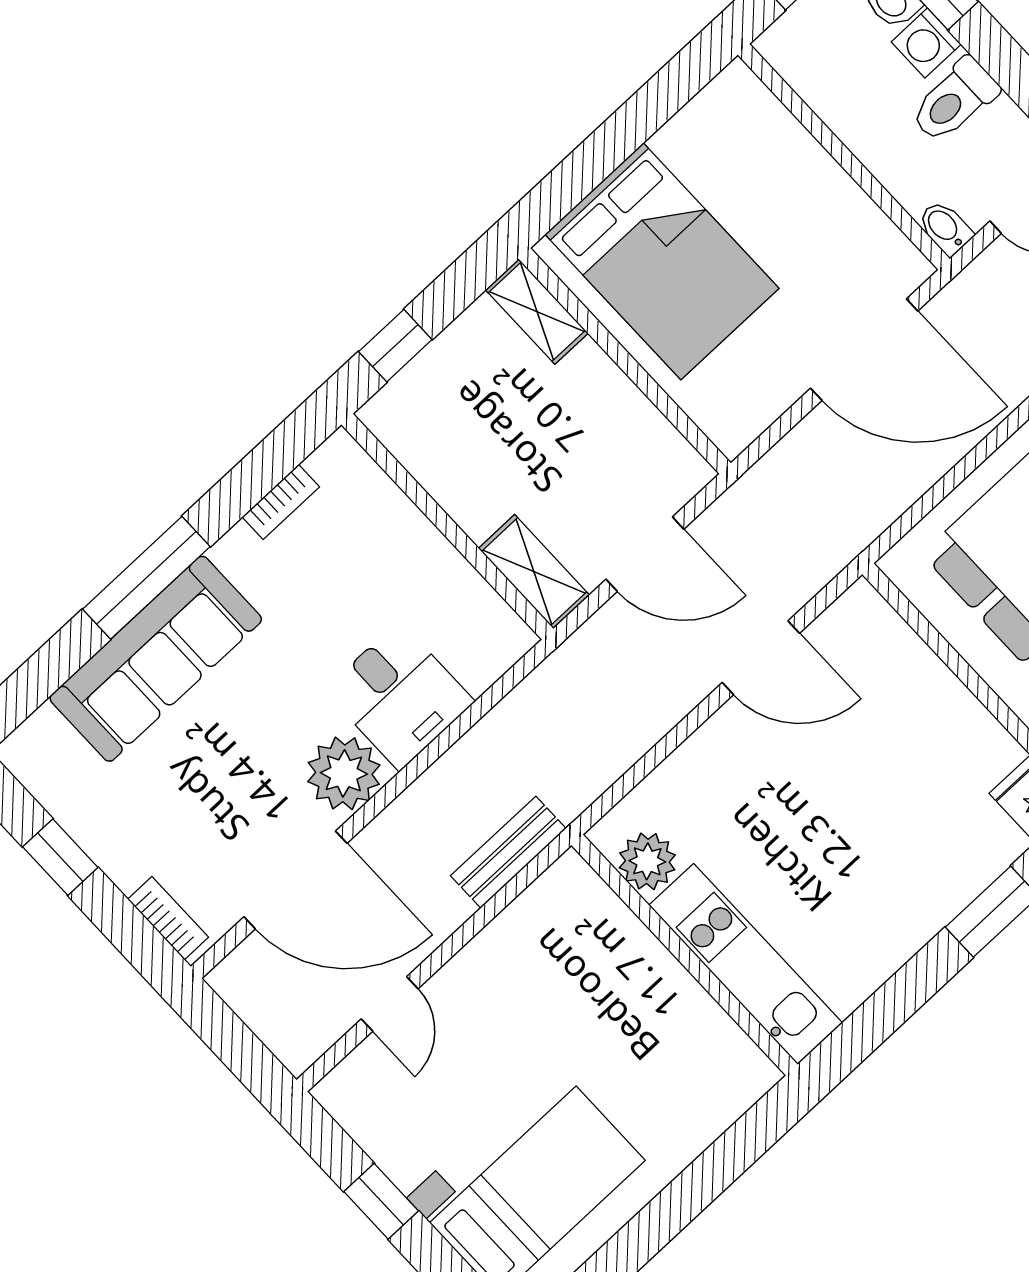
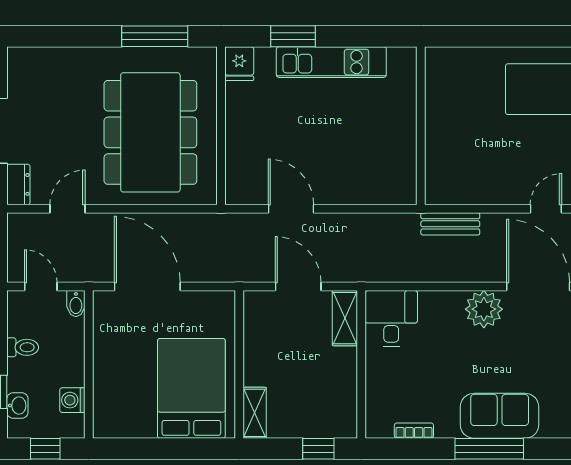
washing machine: (926, 43) -> (72, 400), moved, turned 180
toilet: (954, 100) -> (23, 347), width x0.73, depth x0.72
sofa: (156, 659) -> (500, 416), width x0.73
desk: (399, 696) -> (391, 319), moved
plant: (647, 861) -> (402, 173), removed
kitchen unit: (746, 964) -> (331, 62), moved, turned -90

